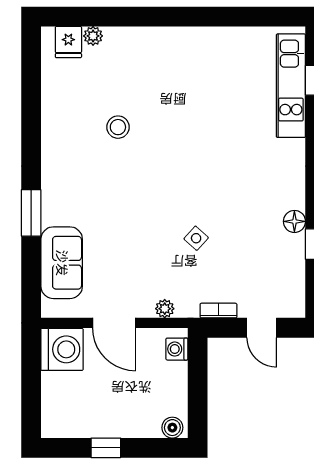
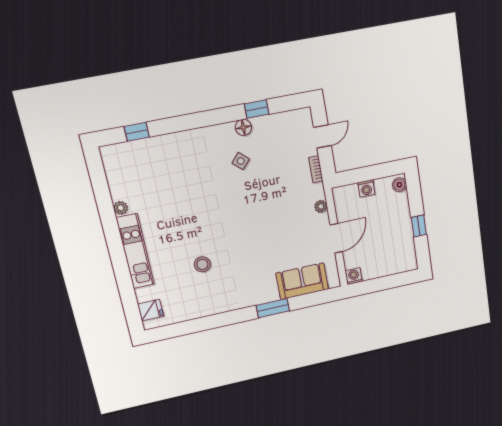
plant: (93, 36) -> (121, 208), moved
kitchen unit: (291, 86) -> (135, 251), moved, turned -90
side table: (196, 238) -> (241, 161), moved
washing machine: (62, 349) -> (354, 276), width x0.53, depth x0.53
washing machine: (177, 349) -> (366, 188), moved

